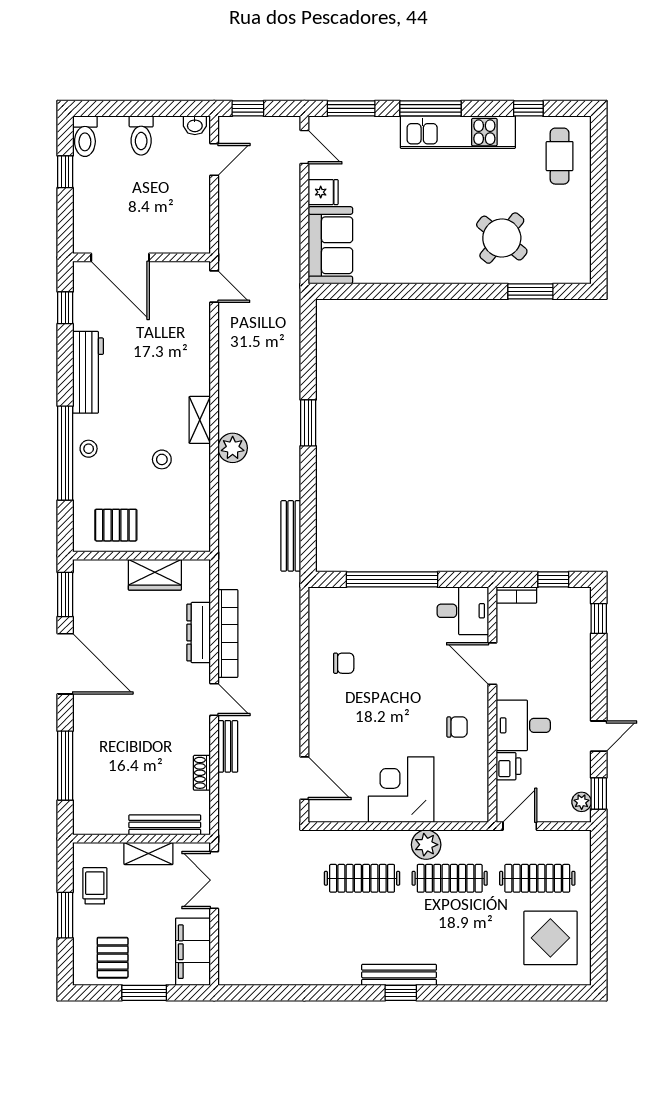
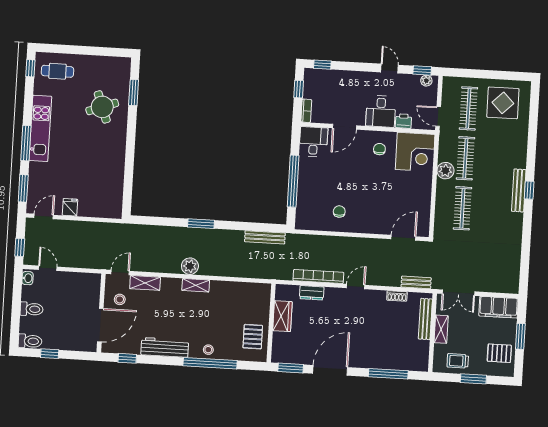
window: (528, 108) -> (30, 68), moved
round table: (502, 238) -> (102, 107), turned 31
sofa: (330, 245) -> (101, 205), removed
shelving: (199, 331) -> (145, 283), added
plant: (233, 448) -> (190, 266), moved
stool: (162, 459) -> (120, 299), moved
dresser: (199, 633) -> (312, 293), width x0.70
bench: (228, 746) -> (416, 282), moved
corner desk: (401, 790) -> (415, 152), moved, turned -90

